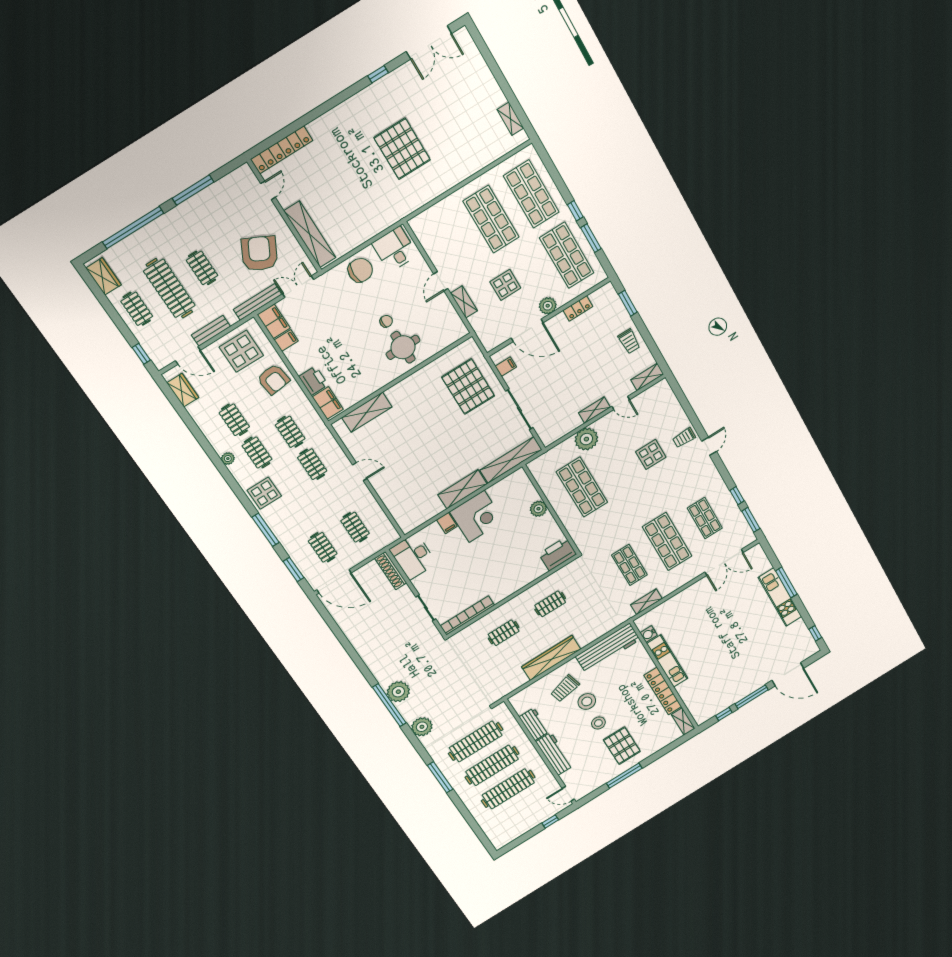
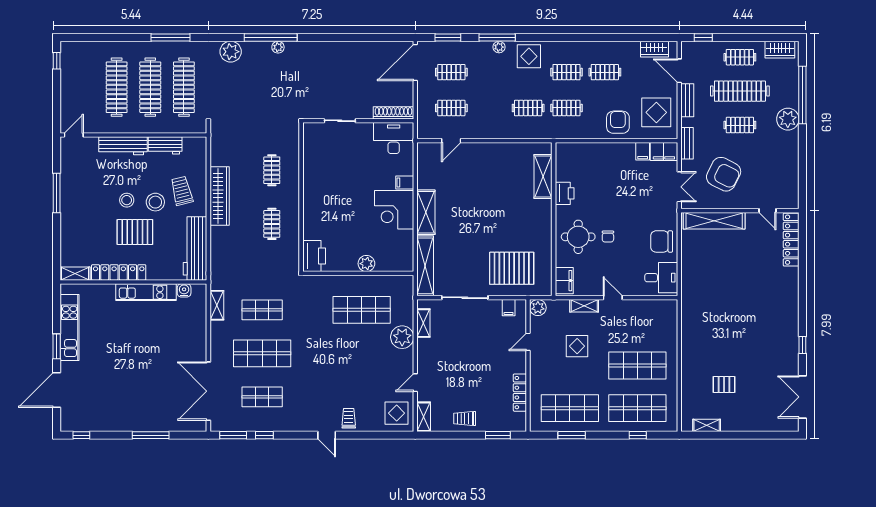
pallet: (402, 149) -> (724, 384), moved, width x0.49, depth x0.50
window: (193, 190) -> (802, 156), removed
window: (575, 211) -> (638, 435), moved
plant: (166, 227) -> (788, 119), added
chair: (360, 270) -> (662, 241), turned 90
bench: (257, 302) -> (687, 143), width x0.73
plant: (548, 306) -> (538, 308), moved
locker: (578, 308) -> (520, 393), width x1.53
door: (527, 330) -> (528, 342), width x0.53
door: (188, 355) -> (679, 71), hinge flipped
armchair: (273, 379) -> (618, 122), turned 97
printer: (313, 381) -> (565, 193), moved, turned -90
filing cabinet: (328, 403) -> (564, 281), moved, turned -90
shelving: (594, 410) -> (423, 323), moved
display table: (651, 454) -> (397, 413), moved
plant: (228, 459) -> (499, 47), moved
door: (360, 472) -> (451, 141), moved
double door: (724, 562) -> (208, 391), width x1.36
kitchen unit: (780, 597) -> (70, 327), moved, turned 90
bookcase: (467, 615) -> (309, 150), removed
plant: (398, 692) -> (278, 47), width x0.53, depth x0.53
window: (752, 697) -> (57, 346), width x0.69
window: (724, 714) -> (57, 313), removed
pallet: (622, 746) -> (135, 232), moved
window: (550, 821) -> (57, 61), moved

